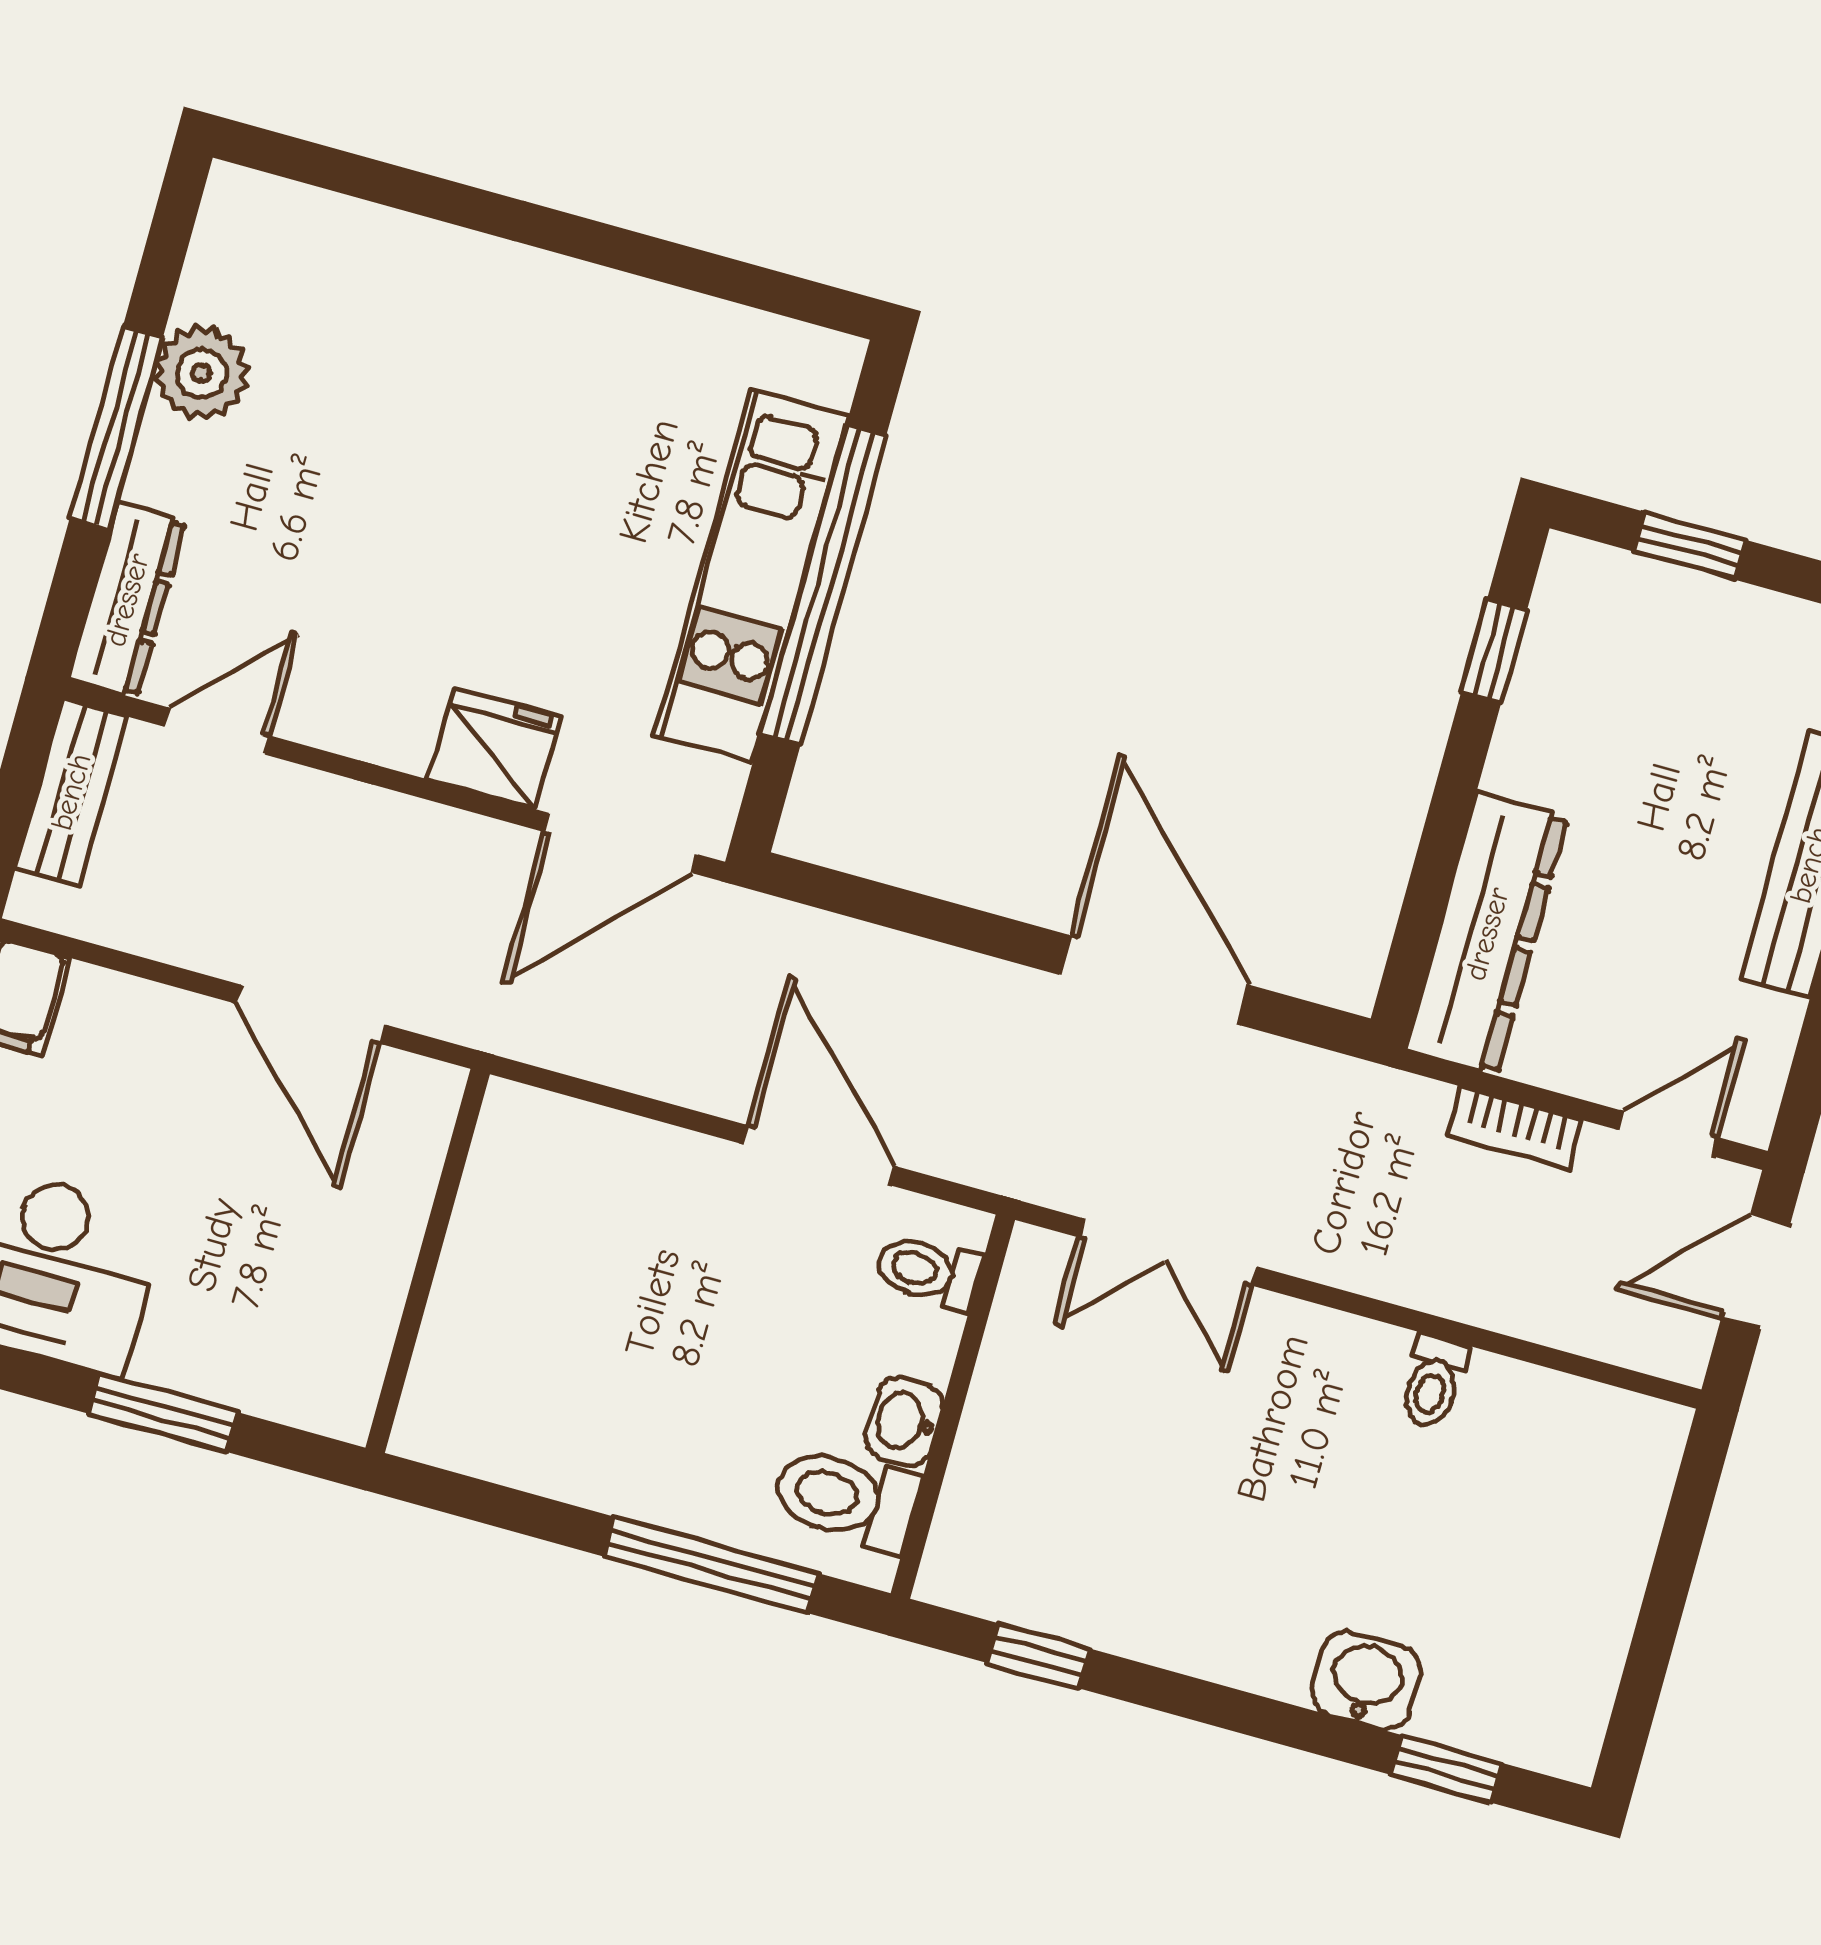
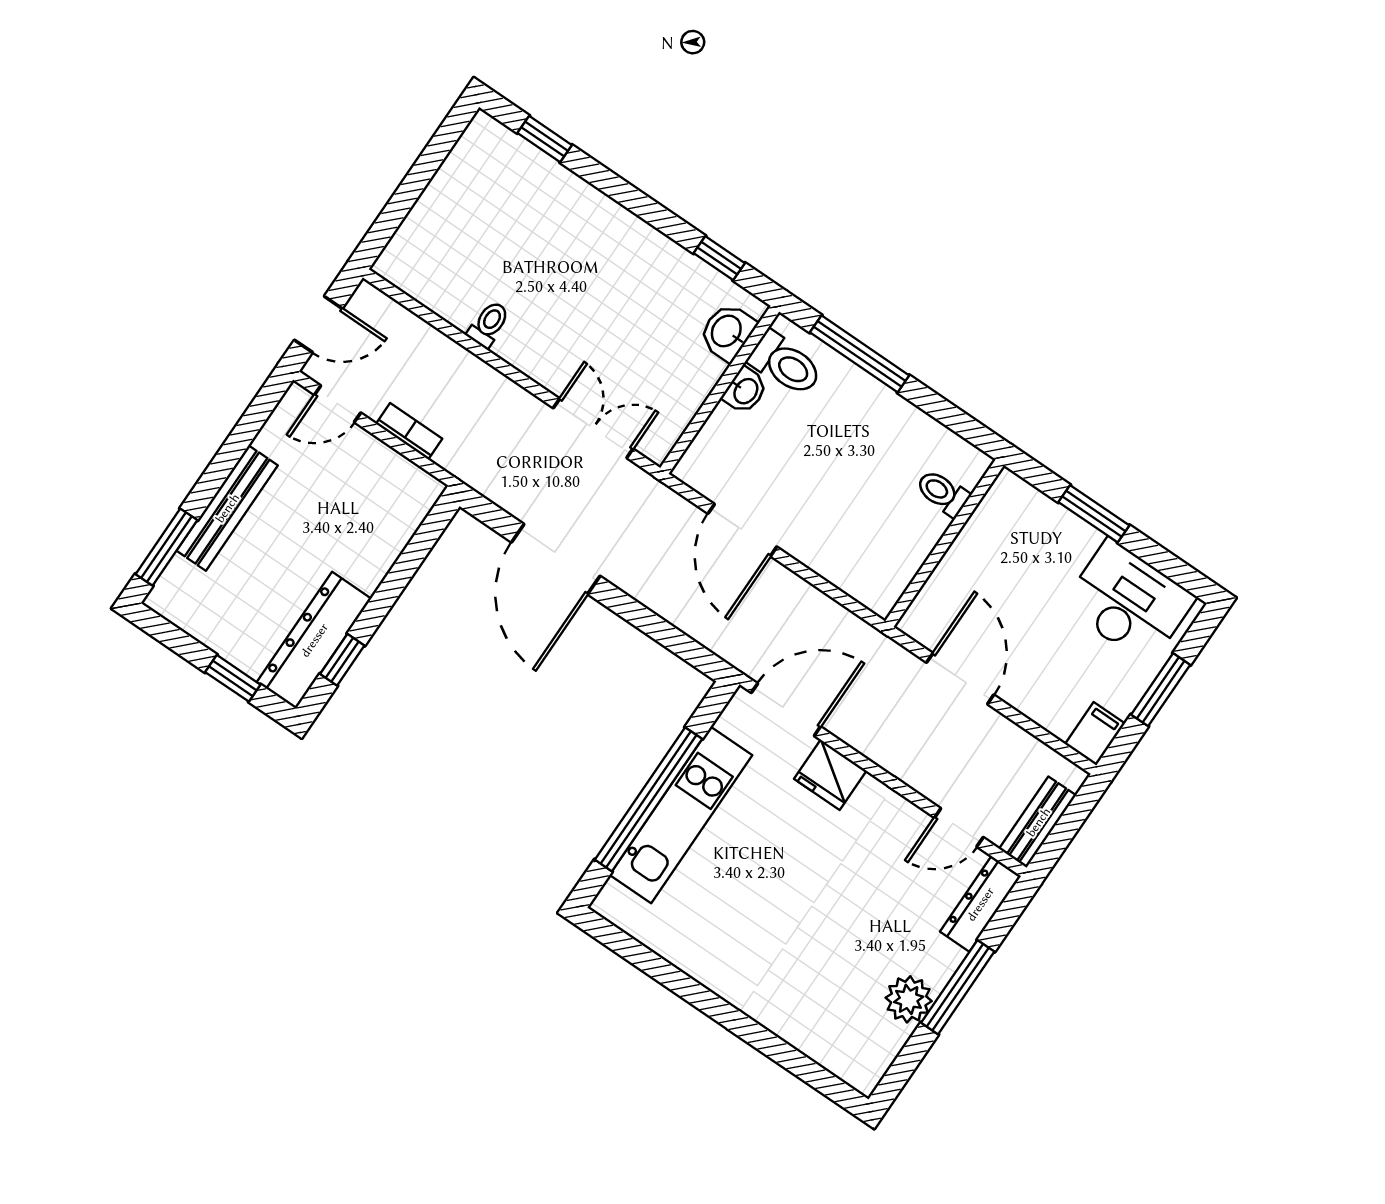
dresser: (1487, 934) -> (314, 640), moved
toilet: (928, 1272) -> (943, 493), moved, turned 180
washbasin: (1366, 1681) -> (727, 332), moved, turned 90

